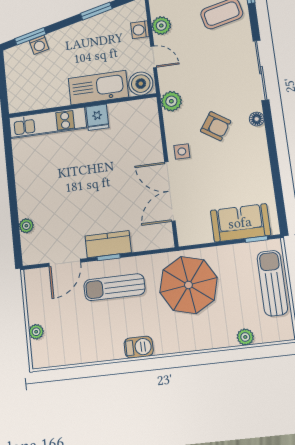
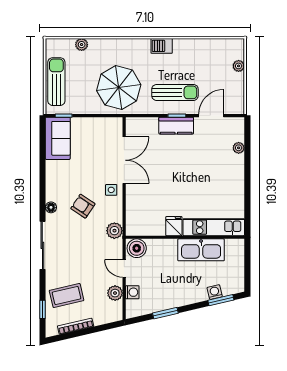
kitchen sink: (98, 88) -> (201, 250), moved
sofa: (240, 223) -> (58, 138), moved, turned -90
sun lounger: (272, 283) -> (56, 82), turned 180

